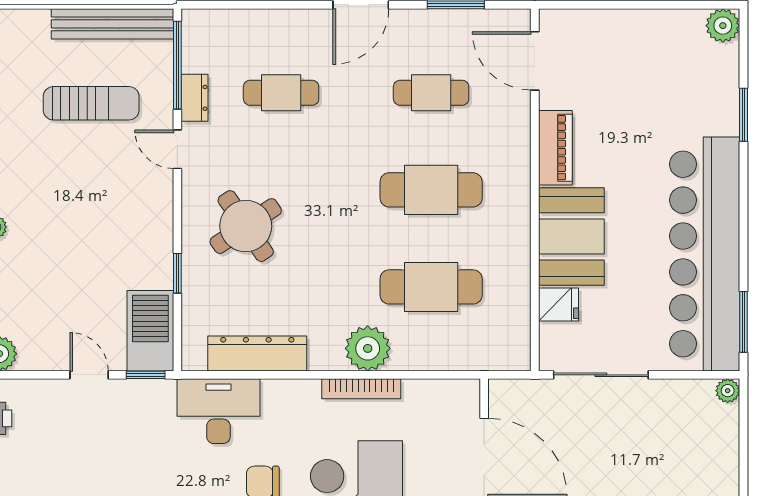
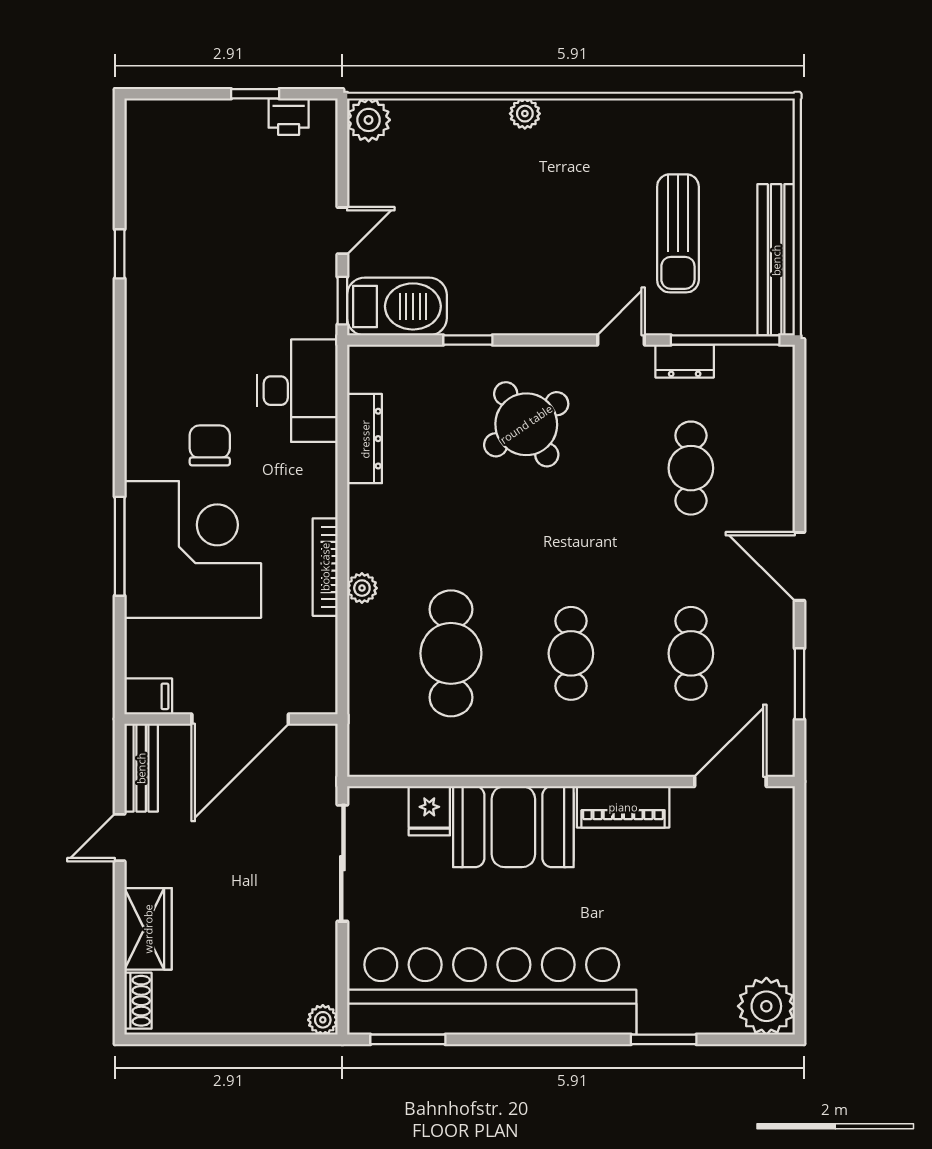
plant: (723, 26) -> (766, 1006), width x1.36, depth x1.36
cafe table: (431, 190) -> (571, 653), width x0.73, depth x0.74
plant: (368, 348) -> (362, 588), width x0.53, depth x0.53
dresser: (257, 353) -> (365, 439), width x0.73, depth x0.80

